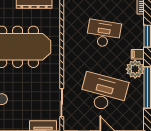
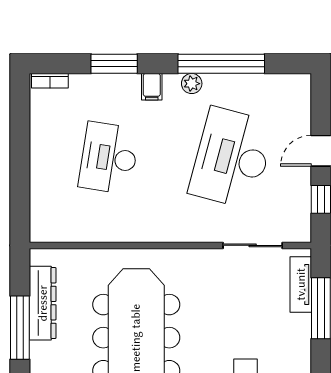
plant: (135, 69) -> (192, 84), width x0.53, depth x0.53

